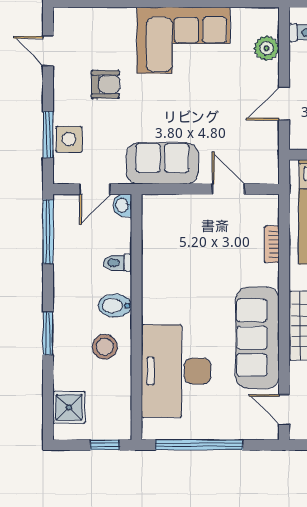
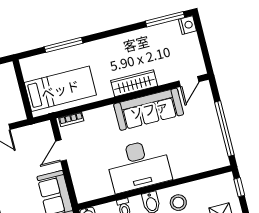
bookcase: (272, 244) -> (71, 119), moved
desk: (176, 371) -> (139, 165), moved

